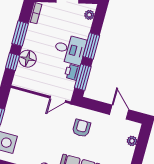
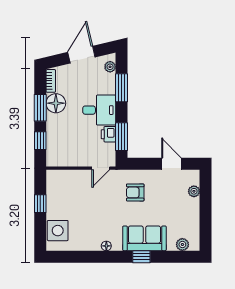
window: (91, 46) -> (121, 88), moved
floor lamp: (28, 59) -> (56, 103), moved
armchair: (81, 128) -> (135, 192), turned -90

